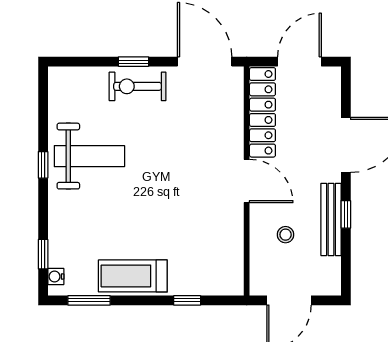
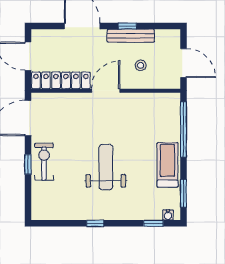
exercise bike: (138, 86) -> (44, 162), turned 180
weight bench: (89, 156) -> (106, 167), moved
treadmill: (133, 276) -> (168, 165), turned 180
window: (187, 300) -> (183, 129), width x3.17

